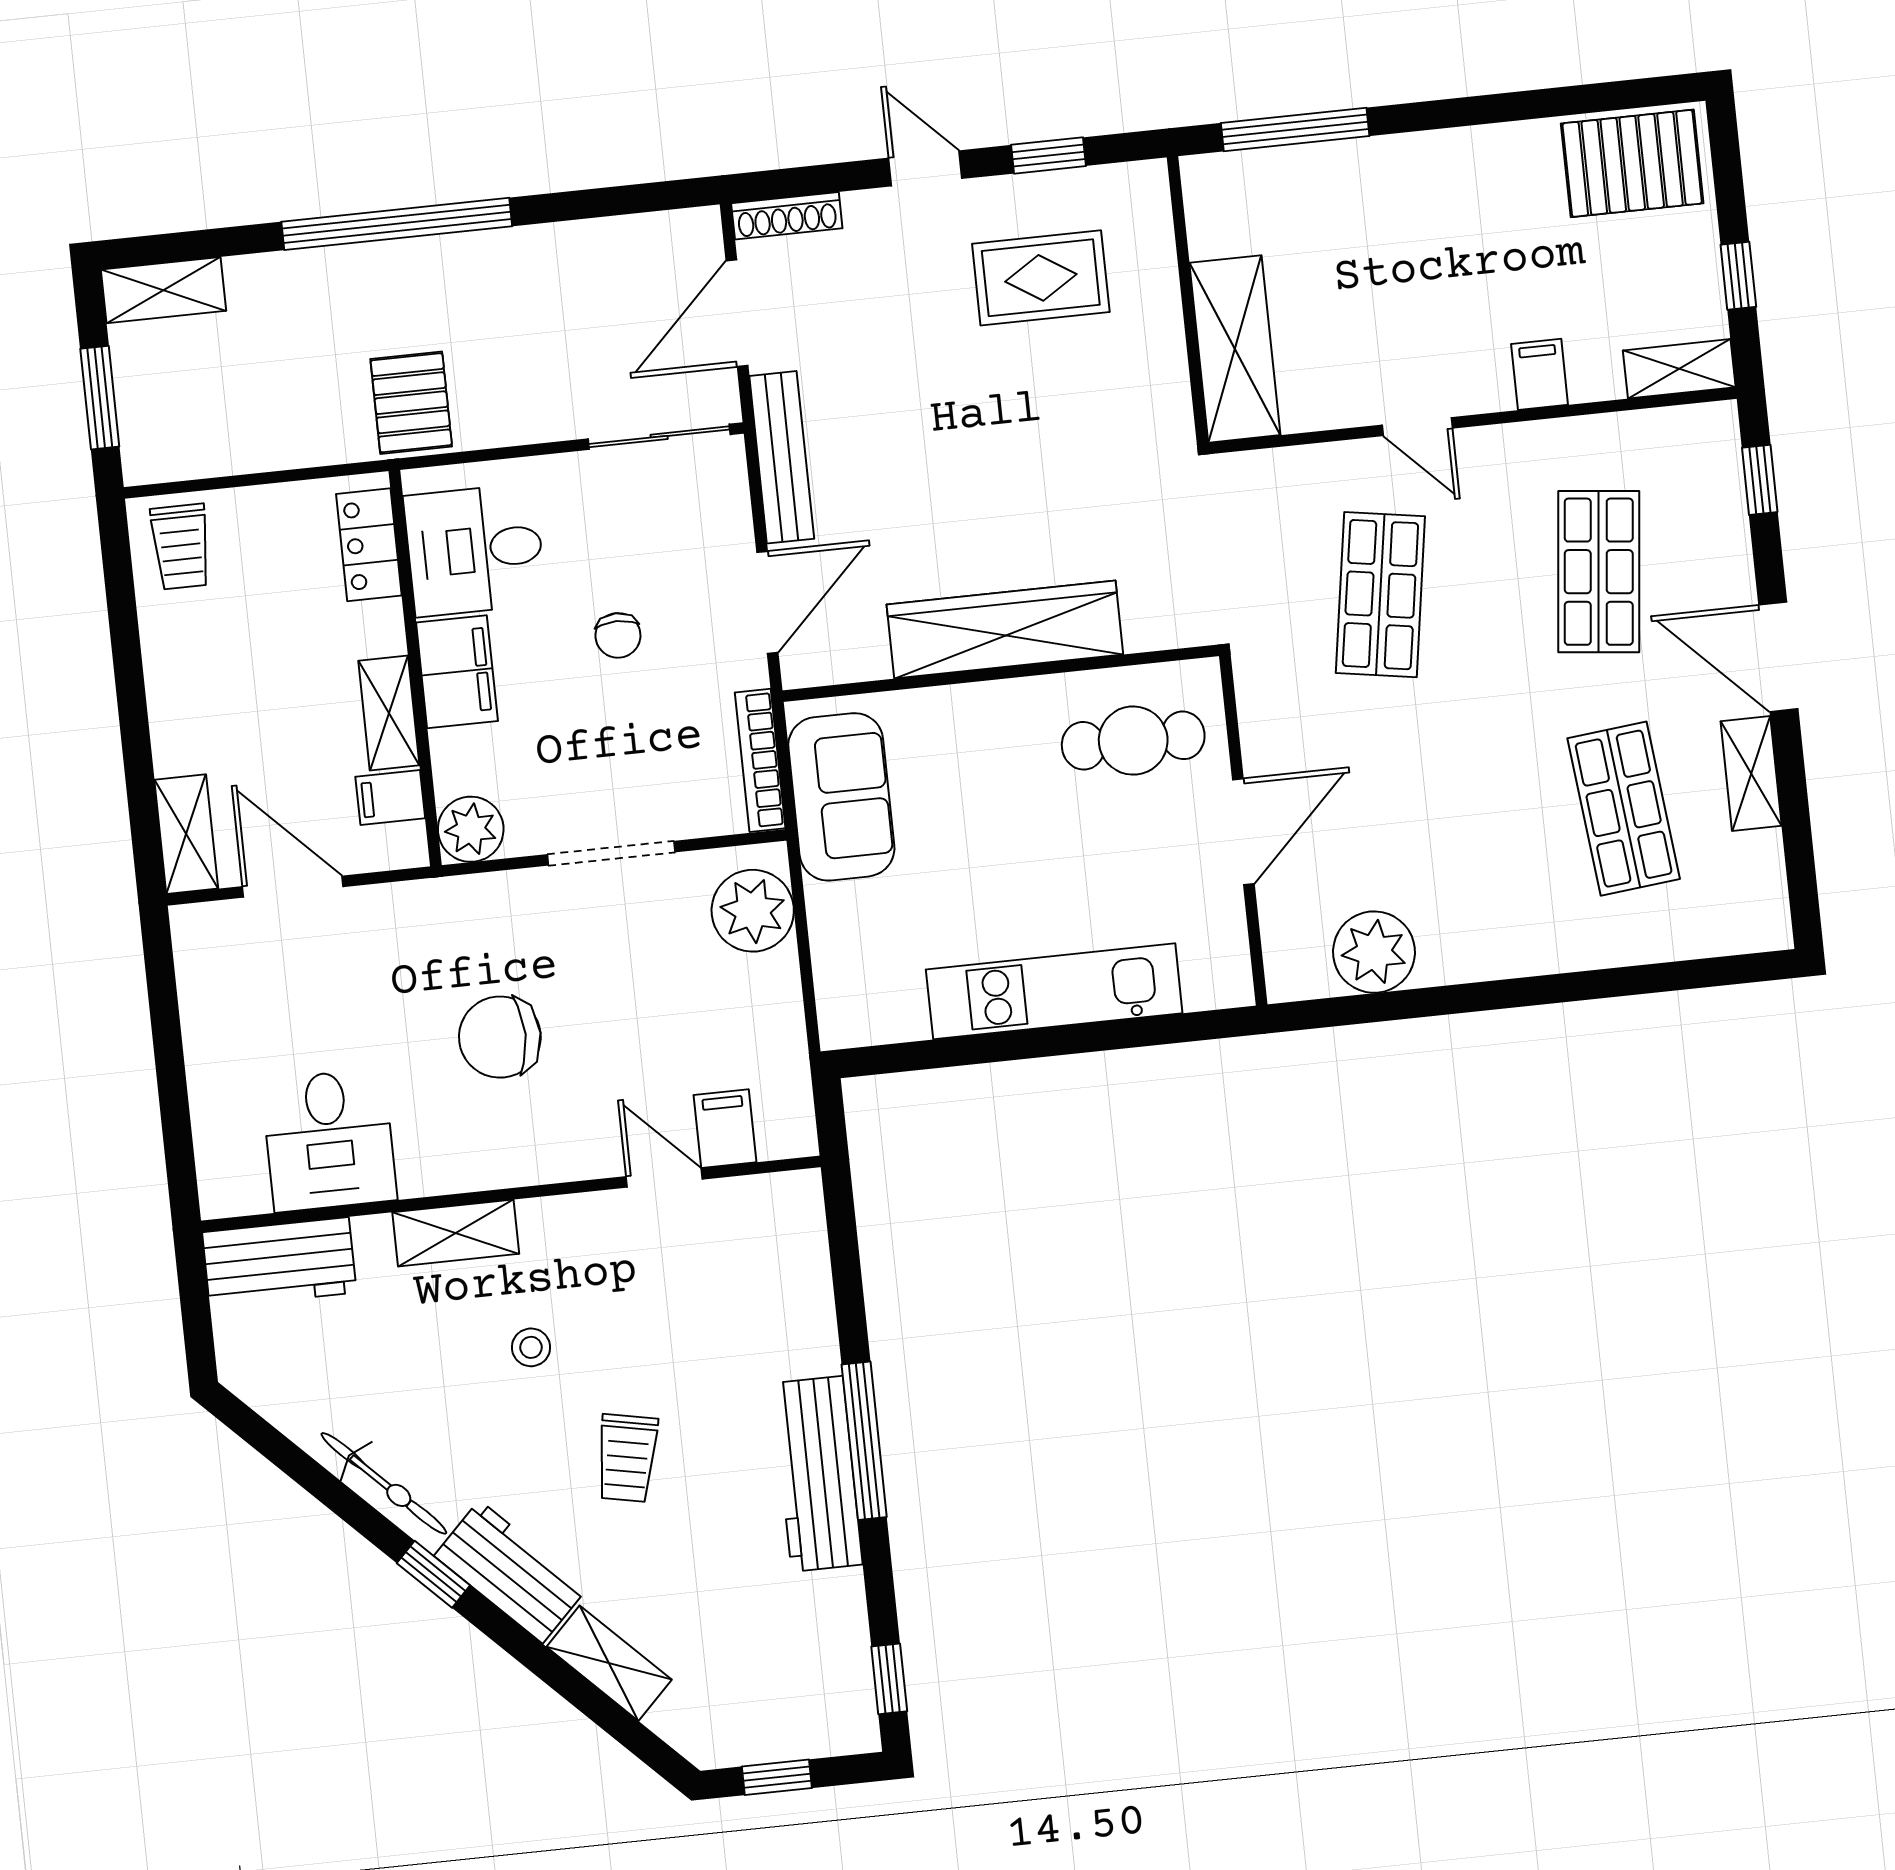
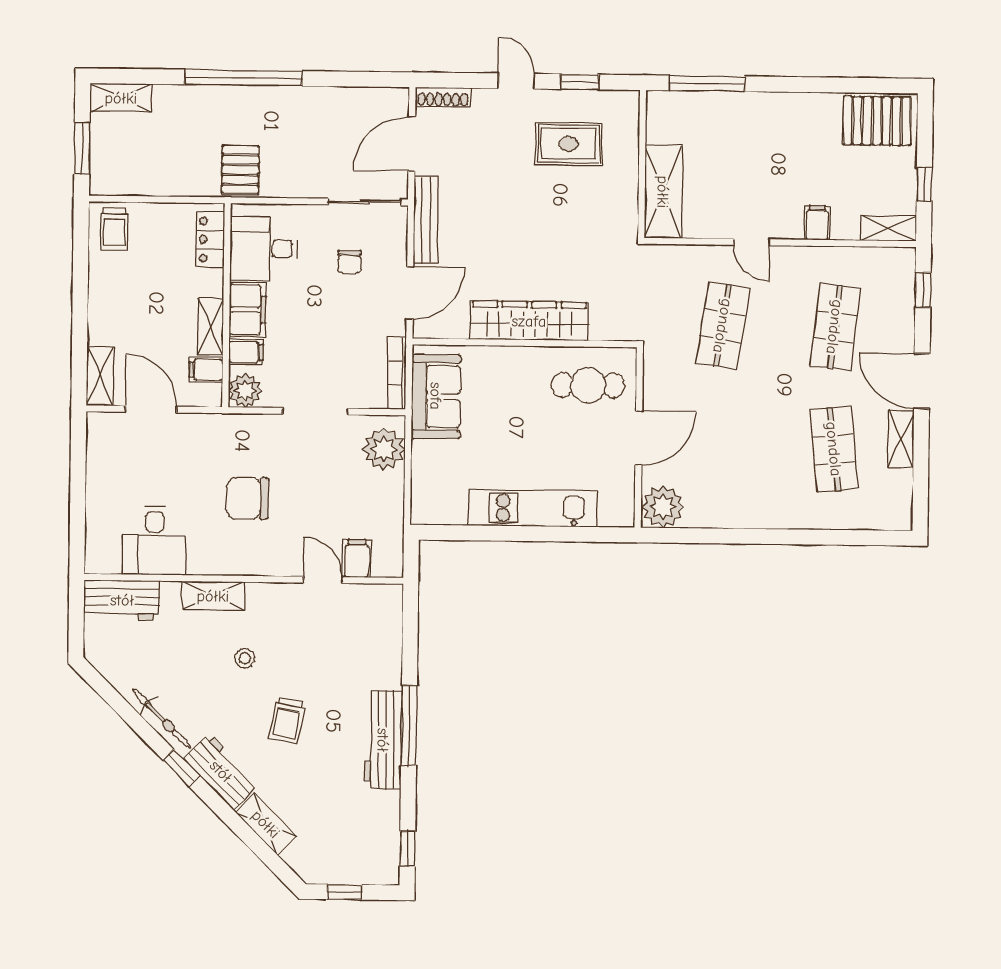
chair: (618, 635) -> (349, 262), moved
filing cabinet: (464, 755) -> (246, 352), added
plant: (1374, 952) -> (663, 507), moved

